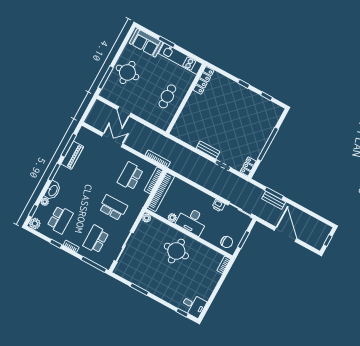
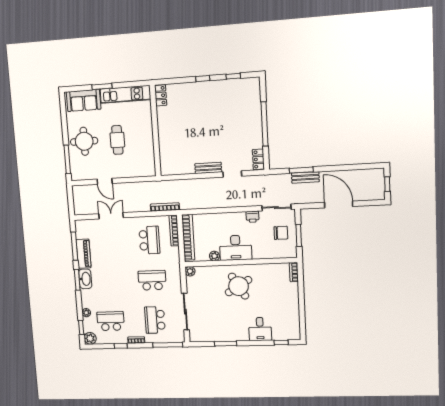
locker: (203, 80) -> (161, 95), width x0.66
cafe table: (167, 96) -> (117, 140), moved
school desk: (130, 176) -> (149, 240), turned 180
washbasin: (53, 190) -> (85, 279), moved
school desk: (60, 220) -> (111, 321), turned -90
chair: (227, 242) -> (281, 233), moved
round table: (176, 251) -> (239, 286), turned -31
desk: (194, 305) -> (260, 329), moved, turned 90

